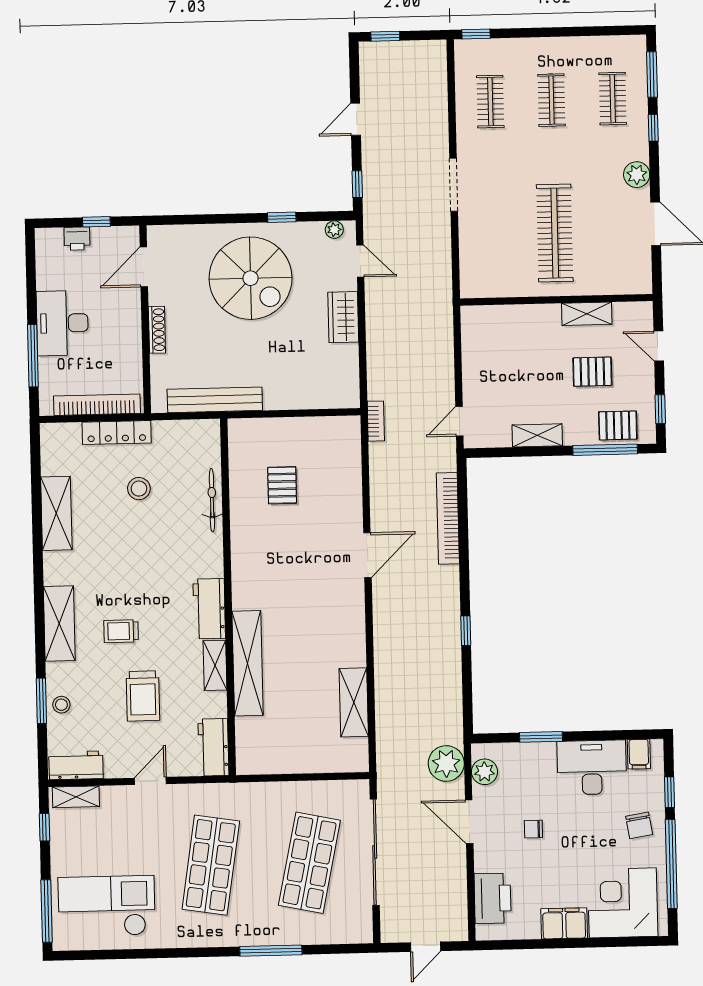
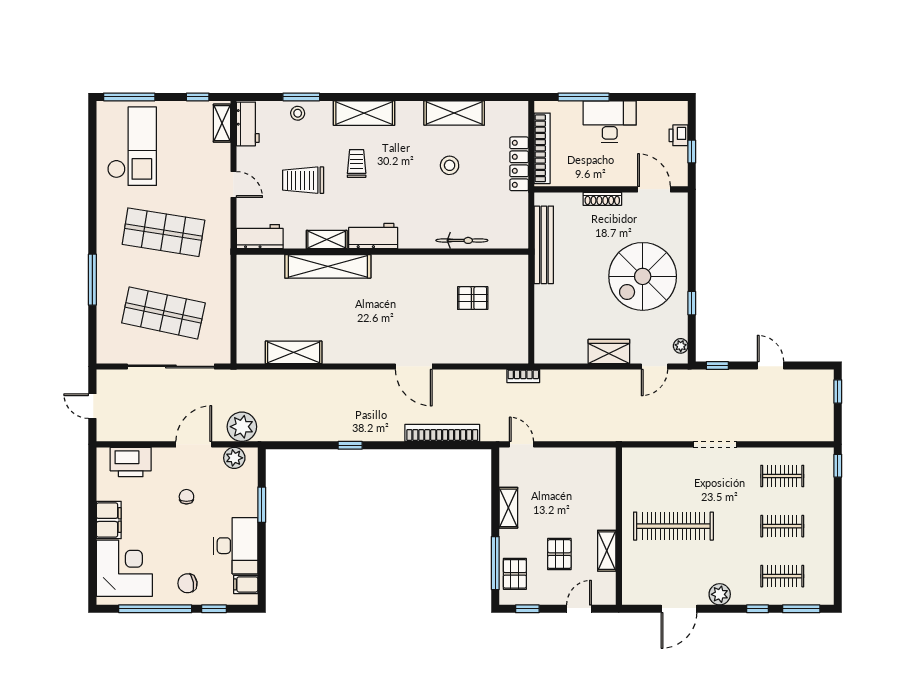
stool: (139, 489) -> (450, 165), moved

